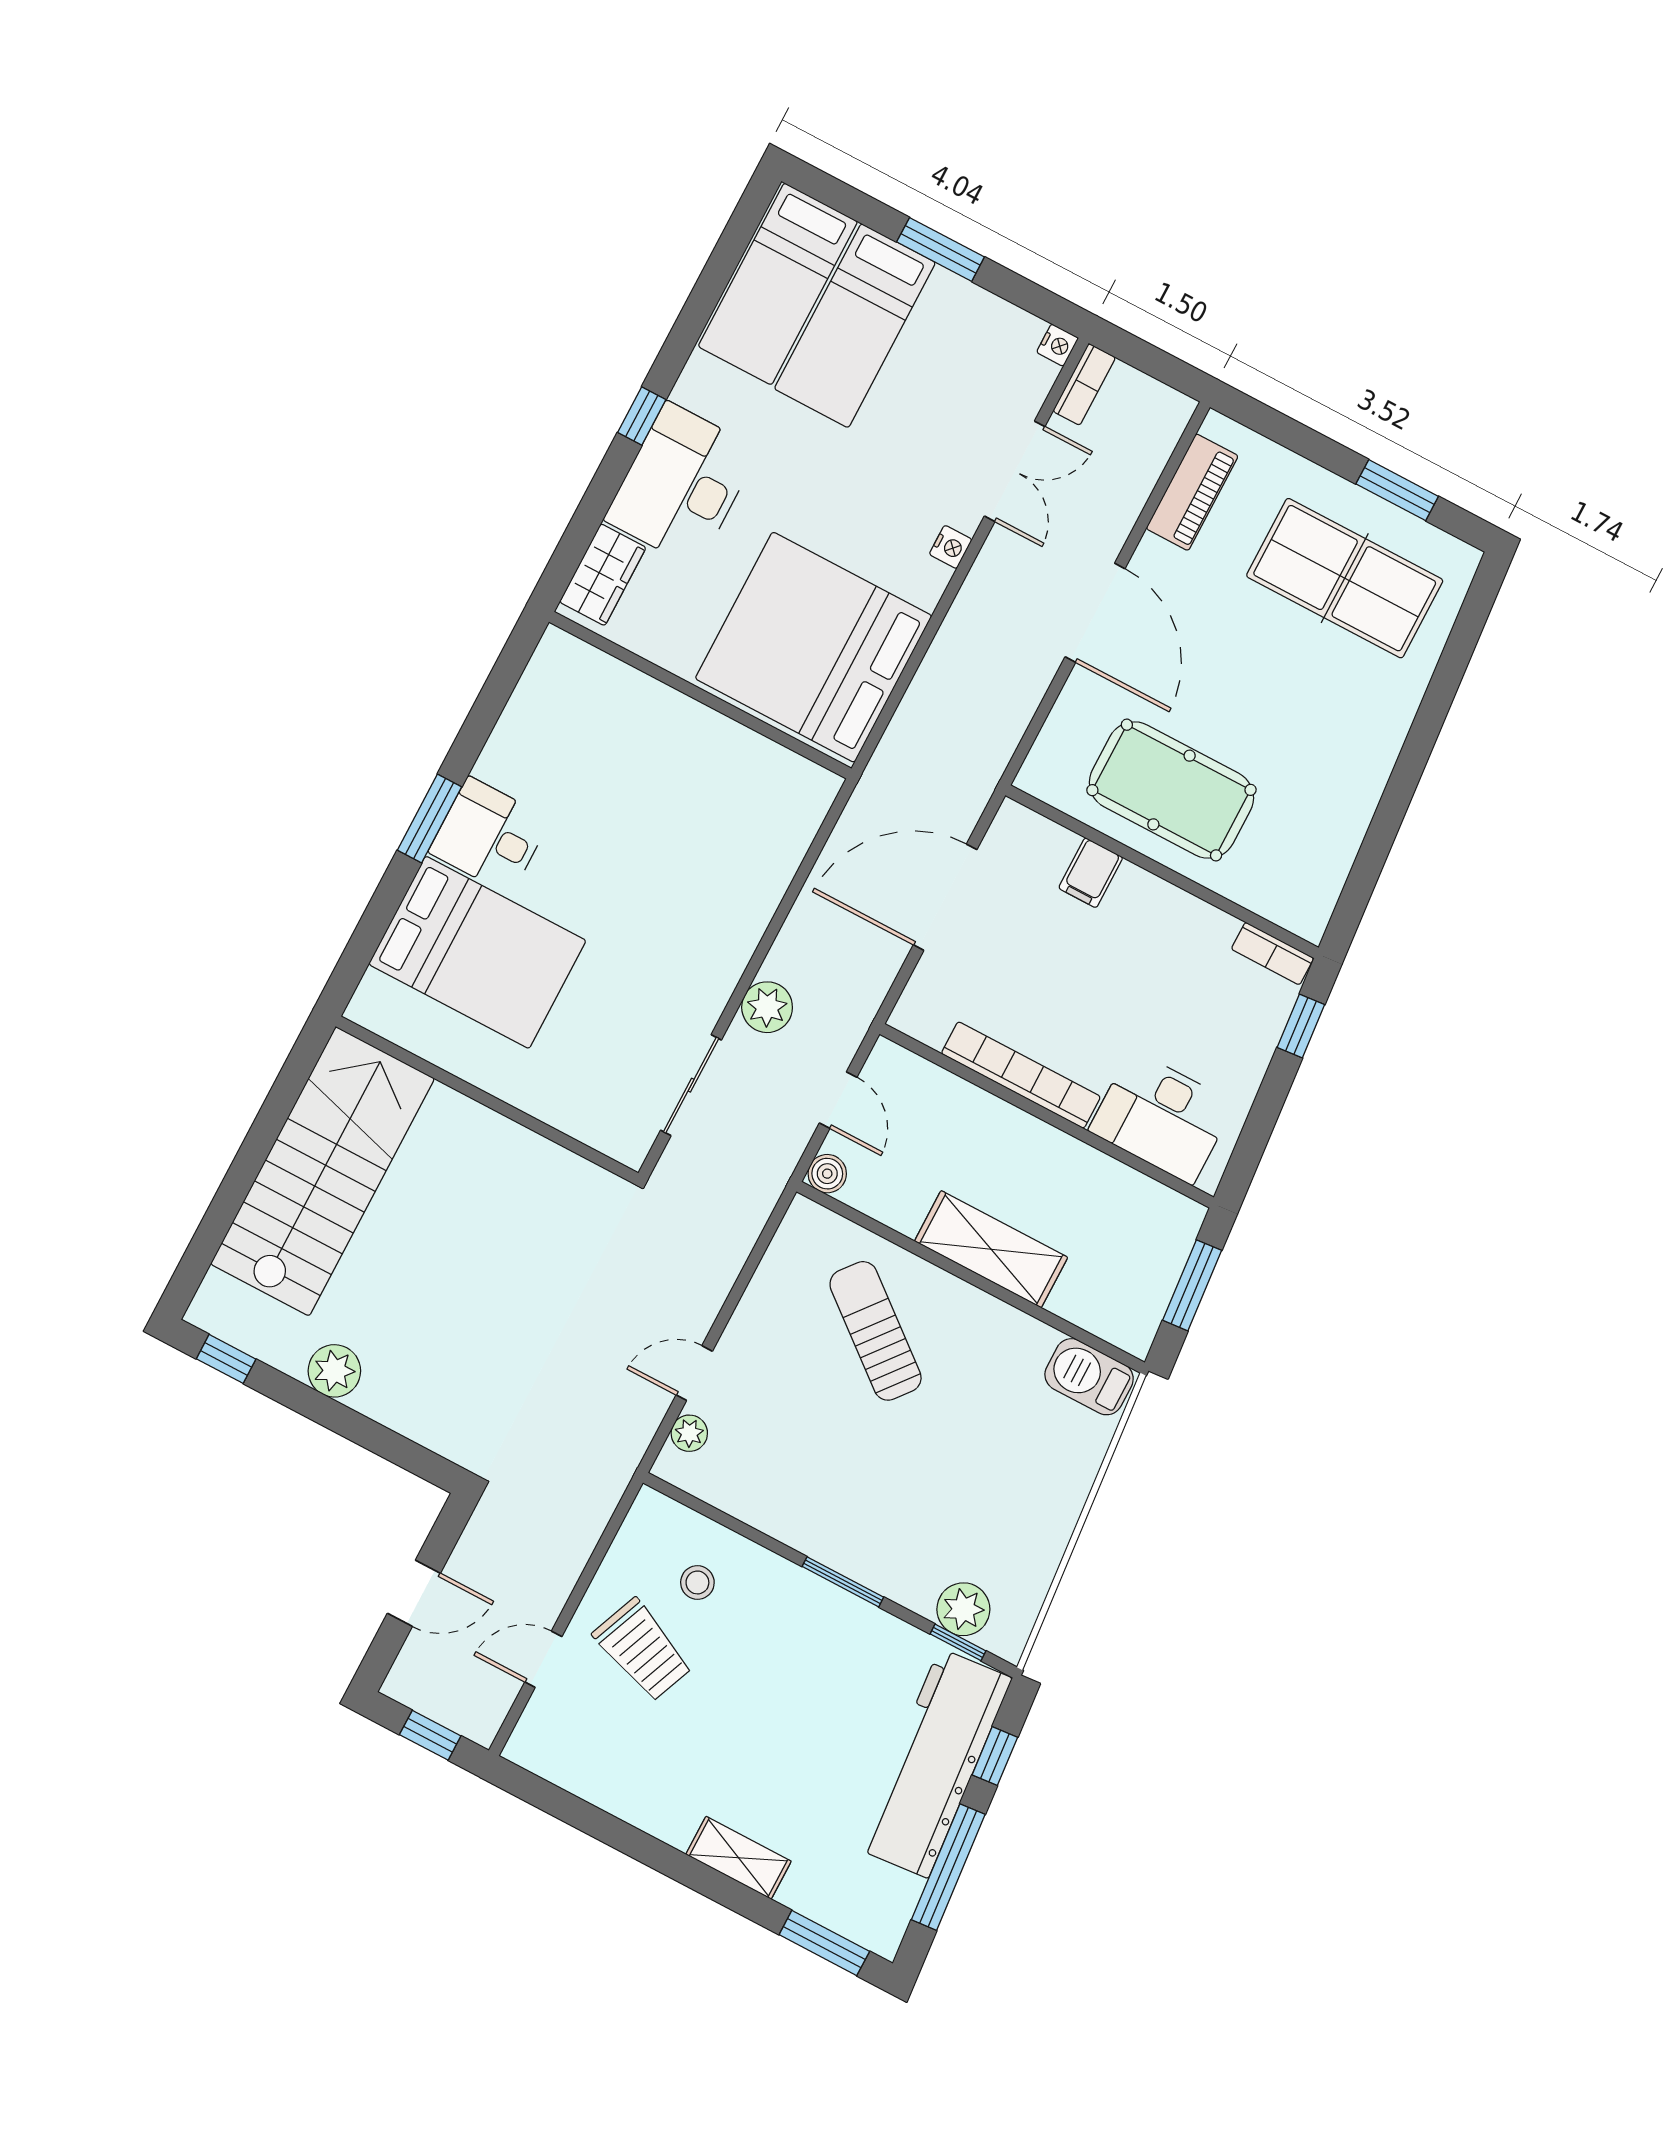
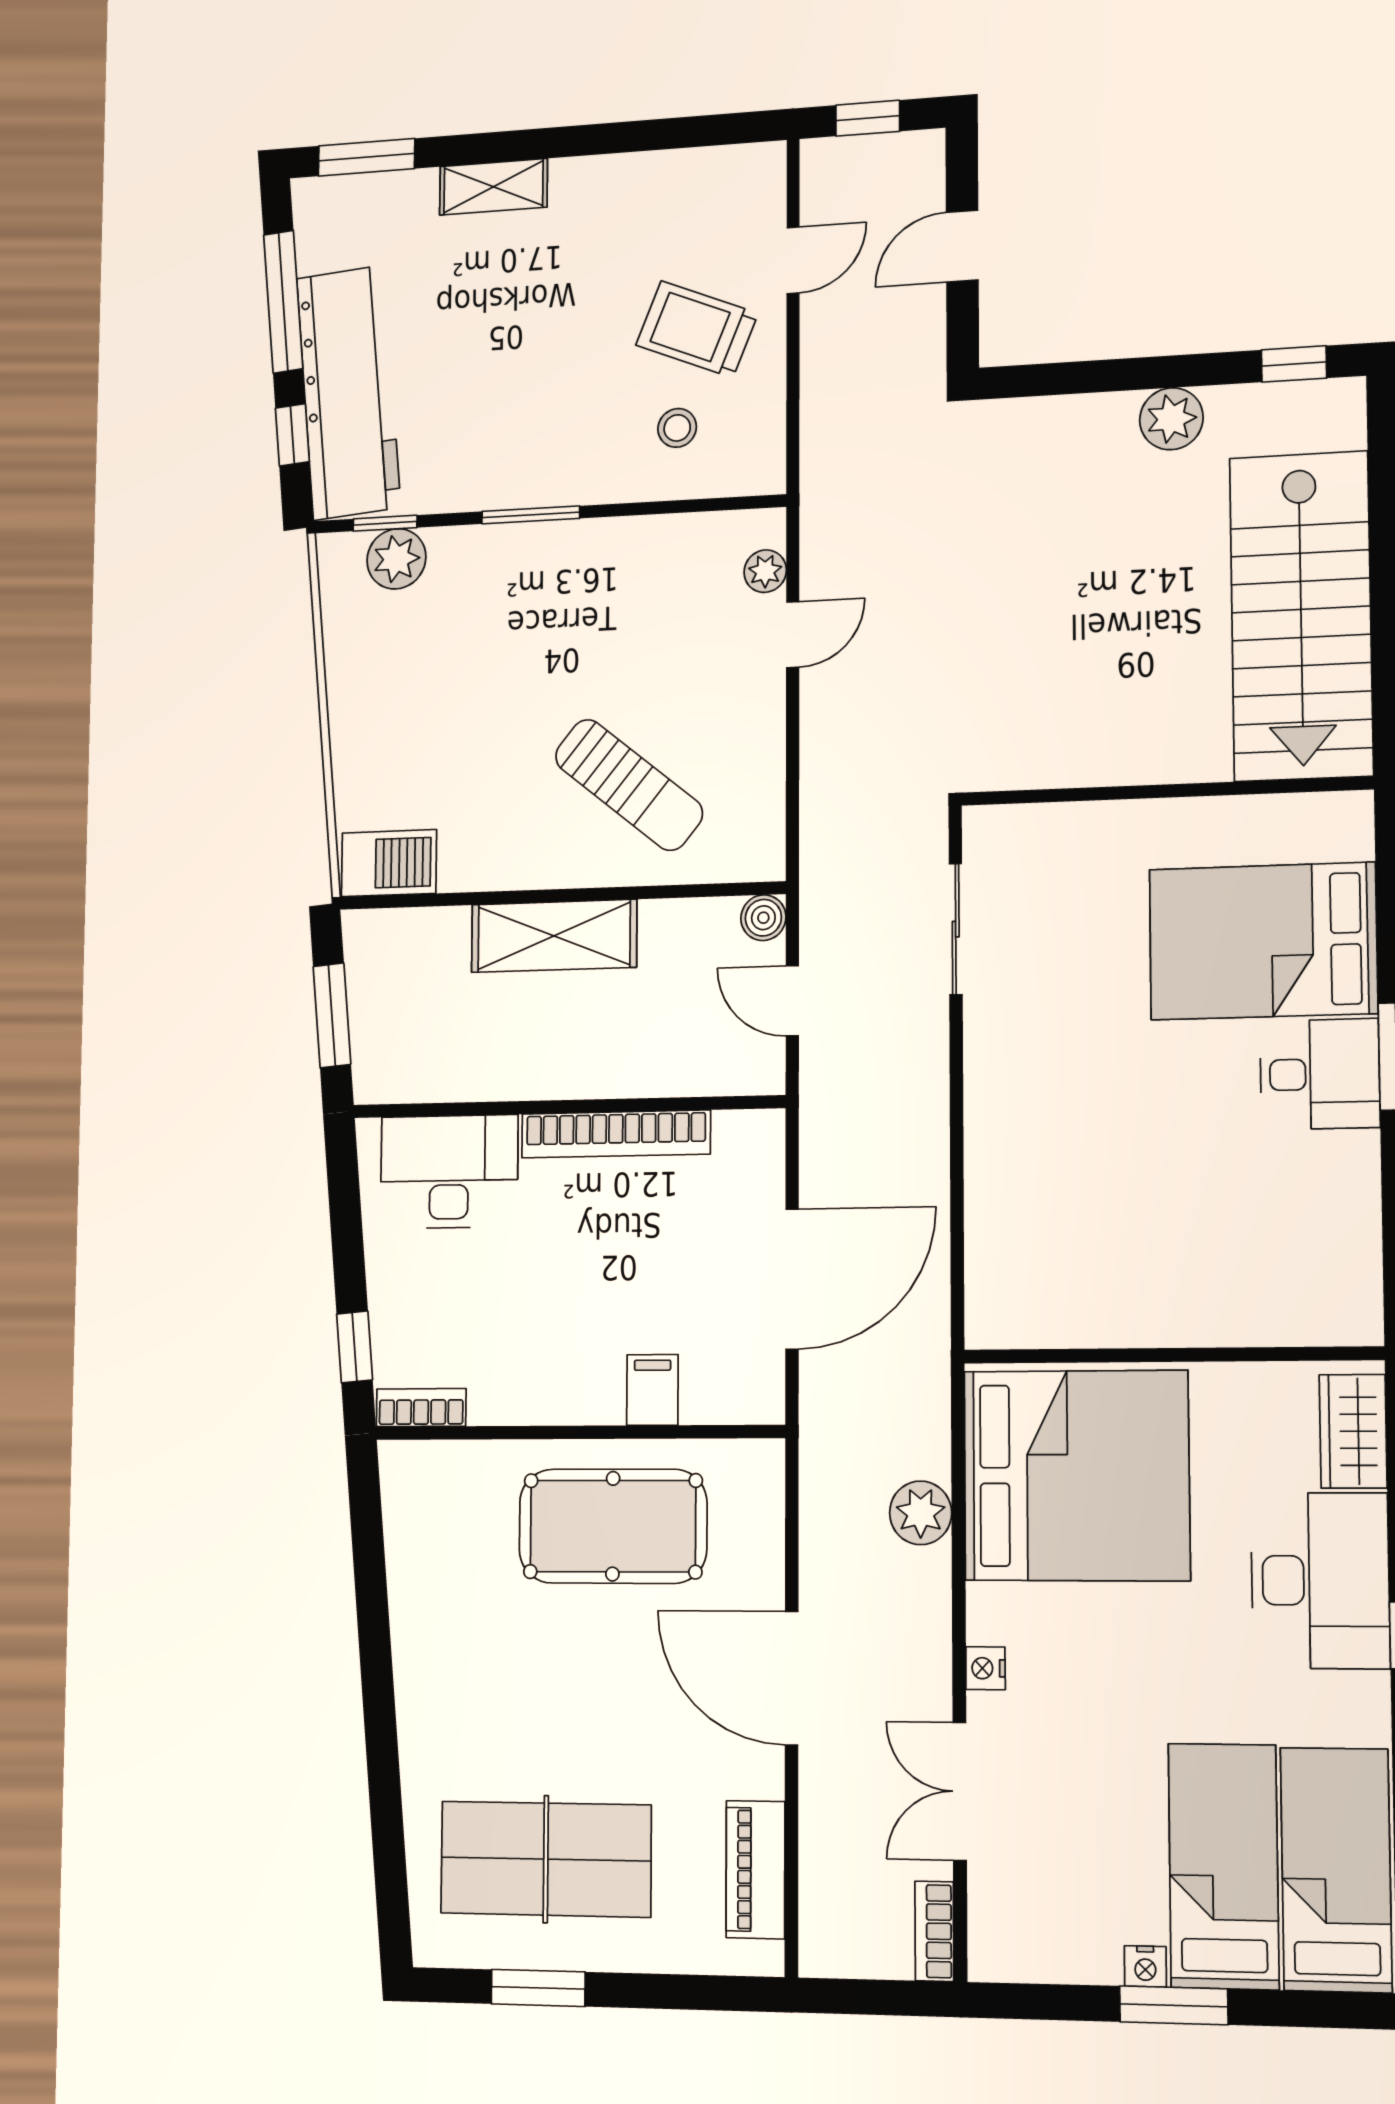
nightstand: (1057, 345) -> (1145, 1966), moved, turned -90
plant: (767, 1007) -> (921, 1513), moved

